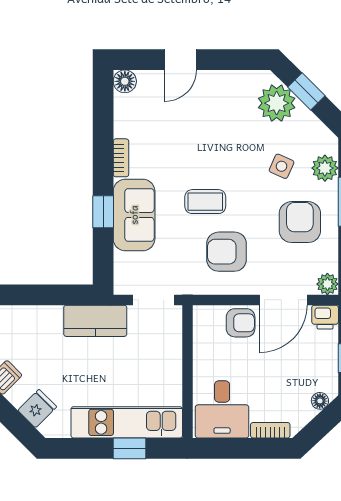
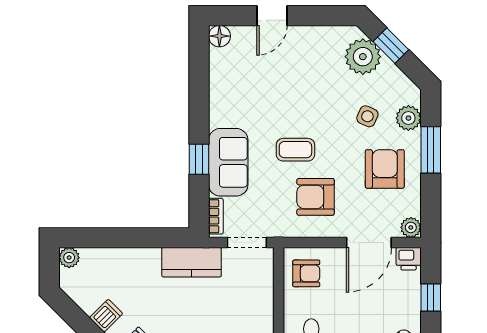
bookcase: (121, 158) -> (216, 216), moved
armchair: (241, 323) -> (306, 273), moved

